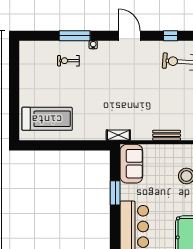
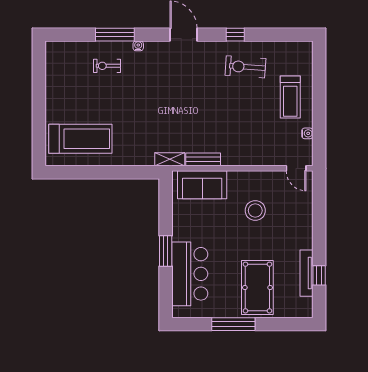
bench: (167, 135) -> (203, 159), moved
sofa: (131, 164) -> (202, 185), moved, turned 90
window: (115, 193) -> (166, 251), moved

